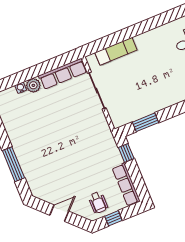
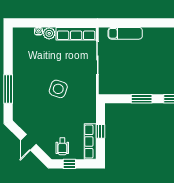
window: (146, 122) -> (142, 99), moved
side table: (68, 142) -> (58, 89), added
window: (126, 153) -> (100, 131), moved
door: (59, 213) -> (28, 142), swing flipped

